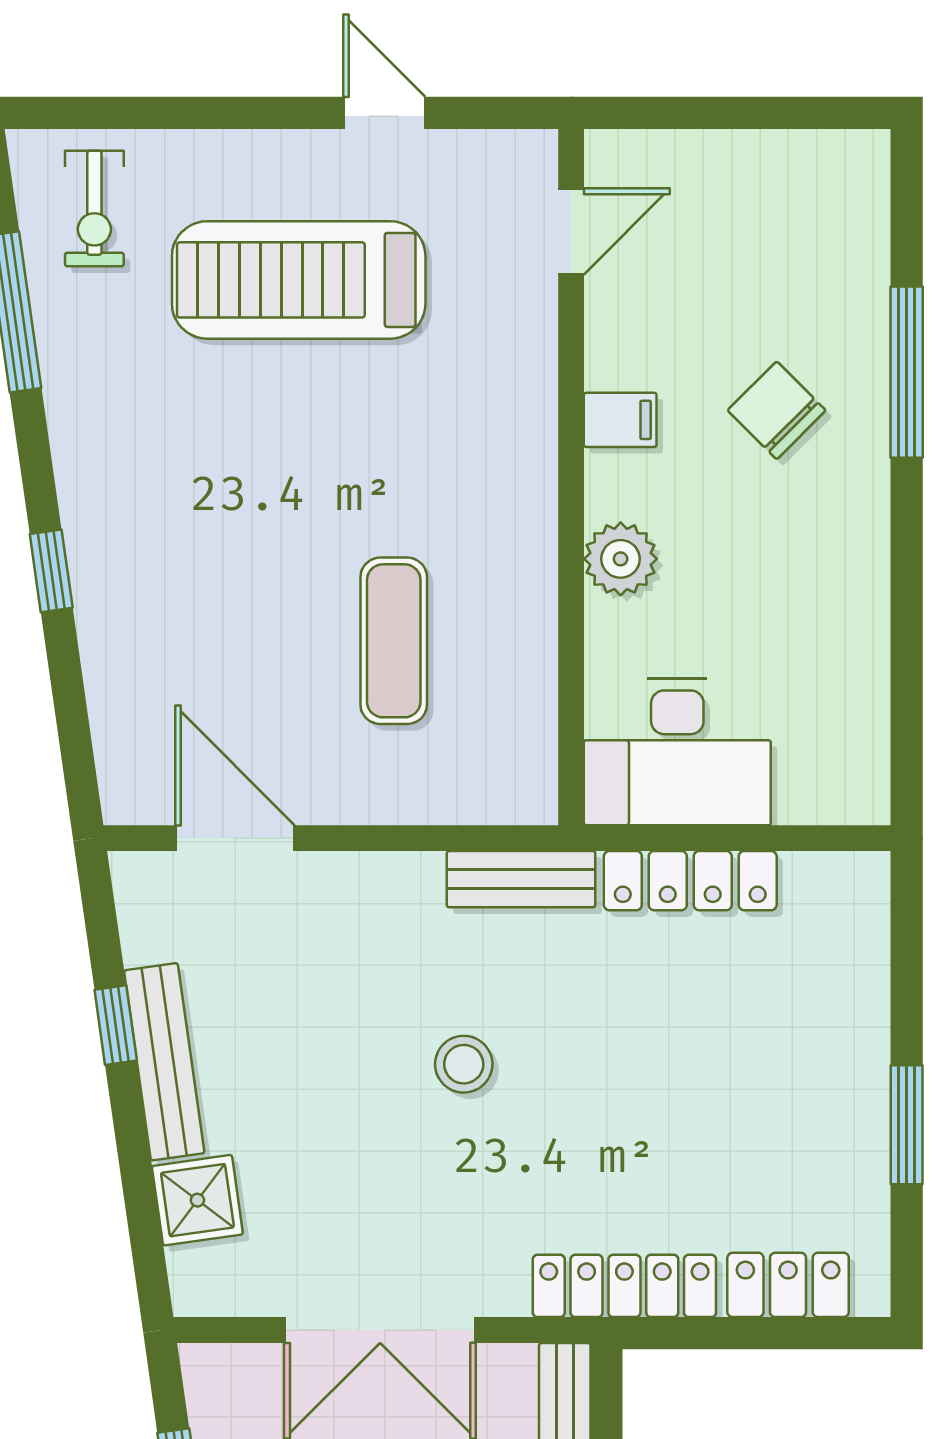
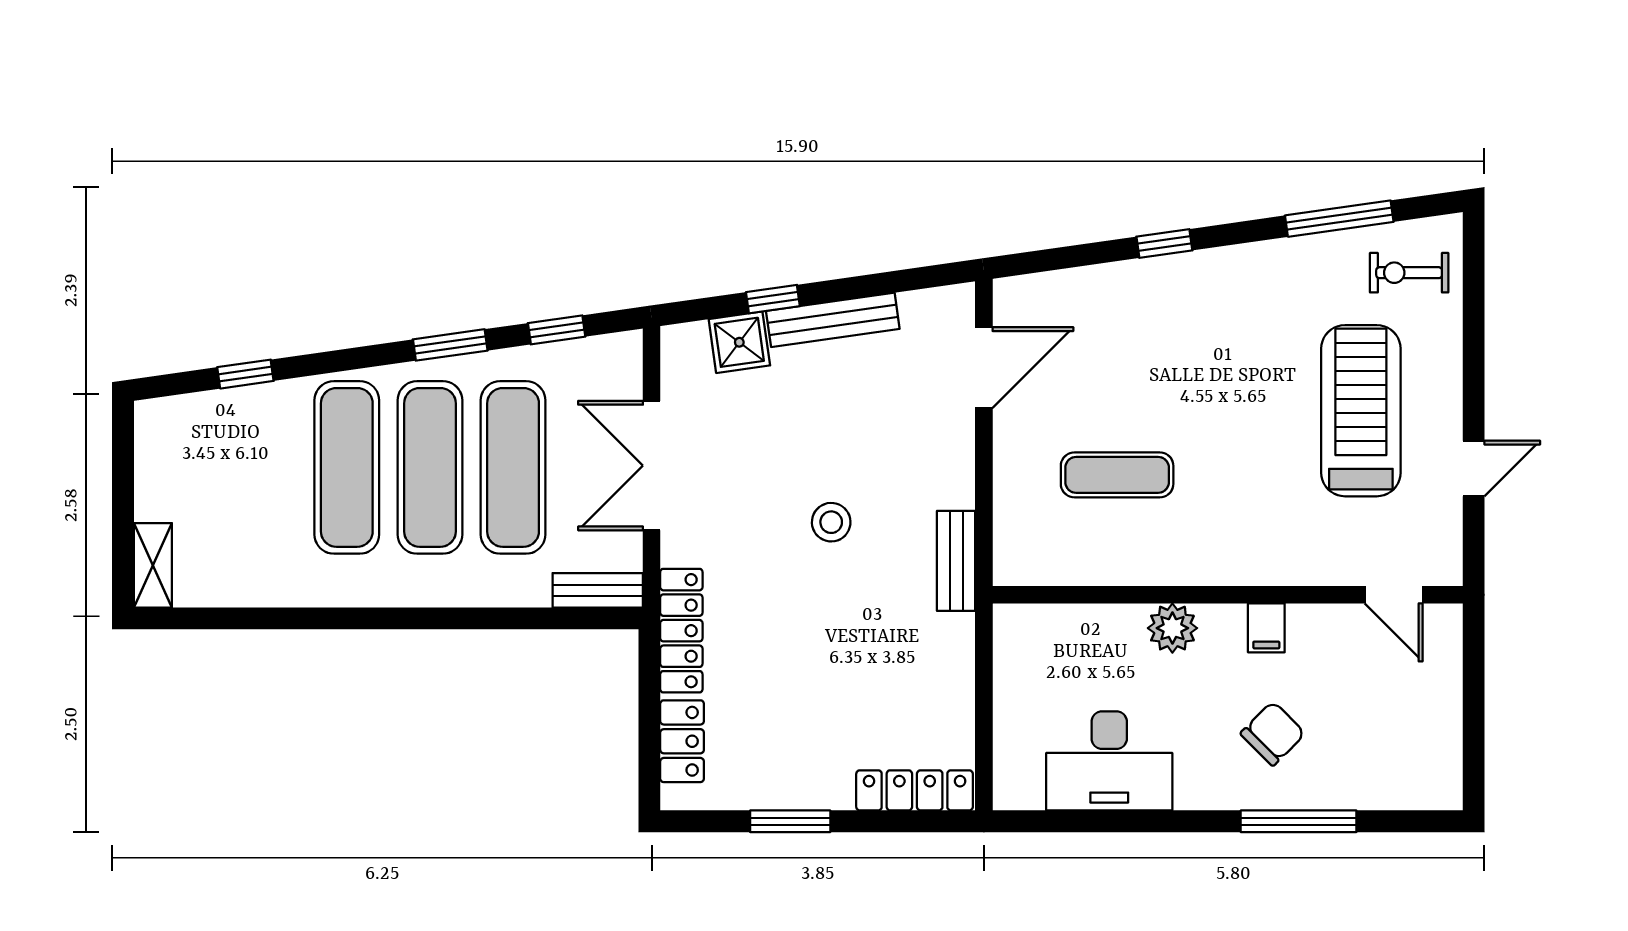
desk: (677, 752) -> (1109, 761), moved, turned -90
locker: (690, 881) -> (915, 790), moved, turned 90
window: (116, 1025) -> (773, 299), moved

